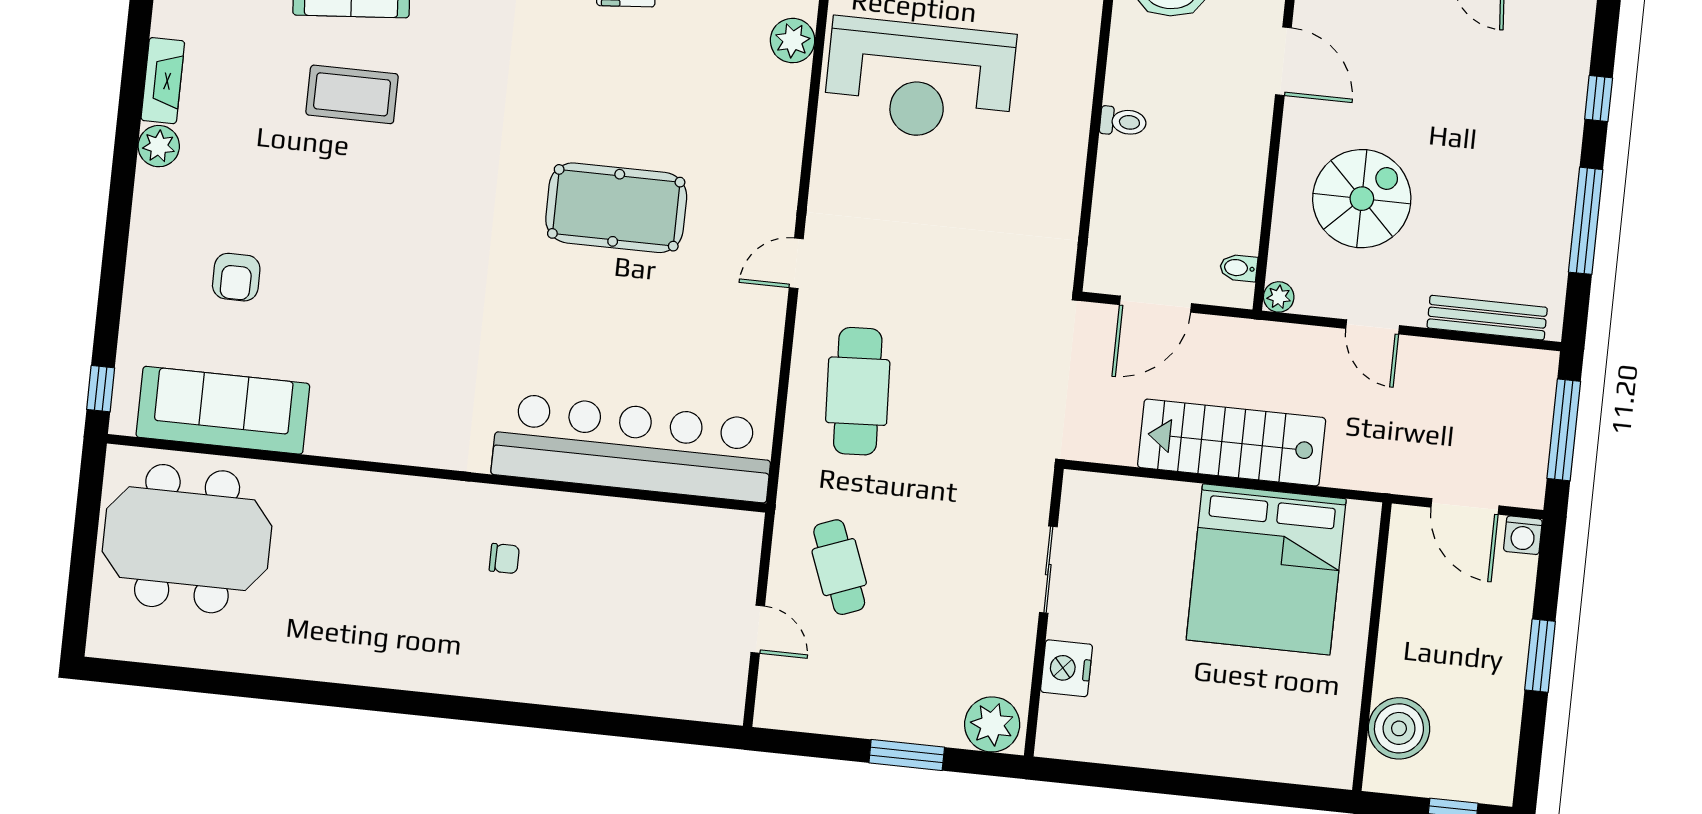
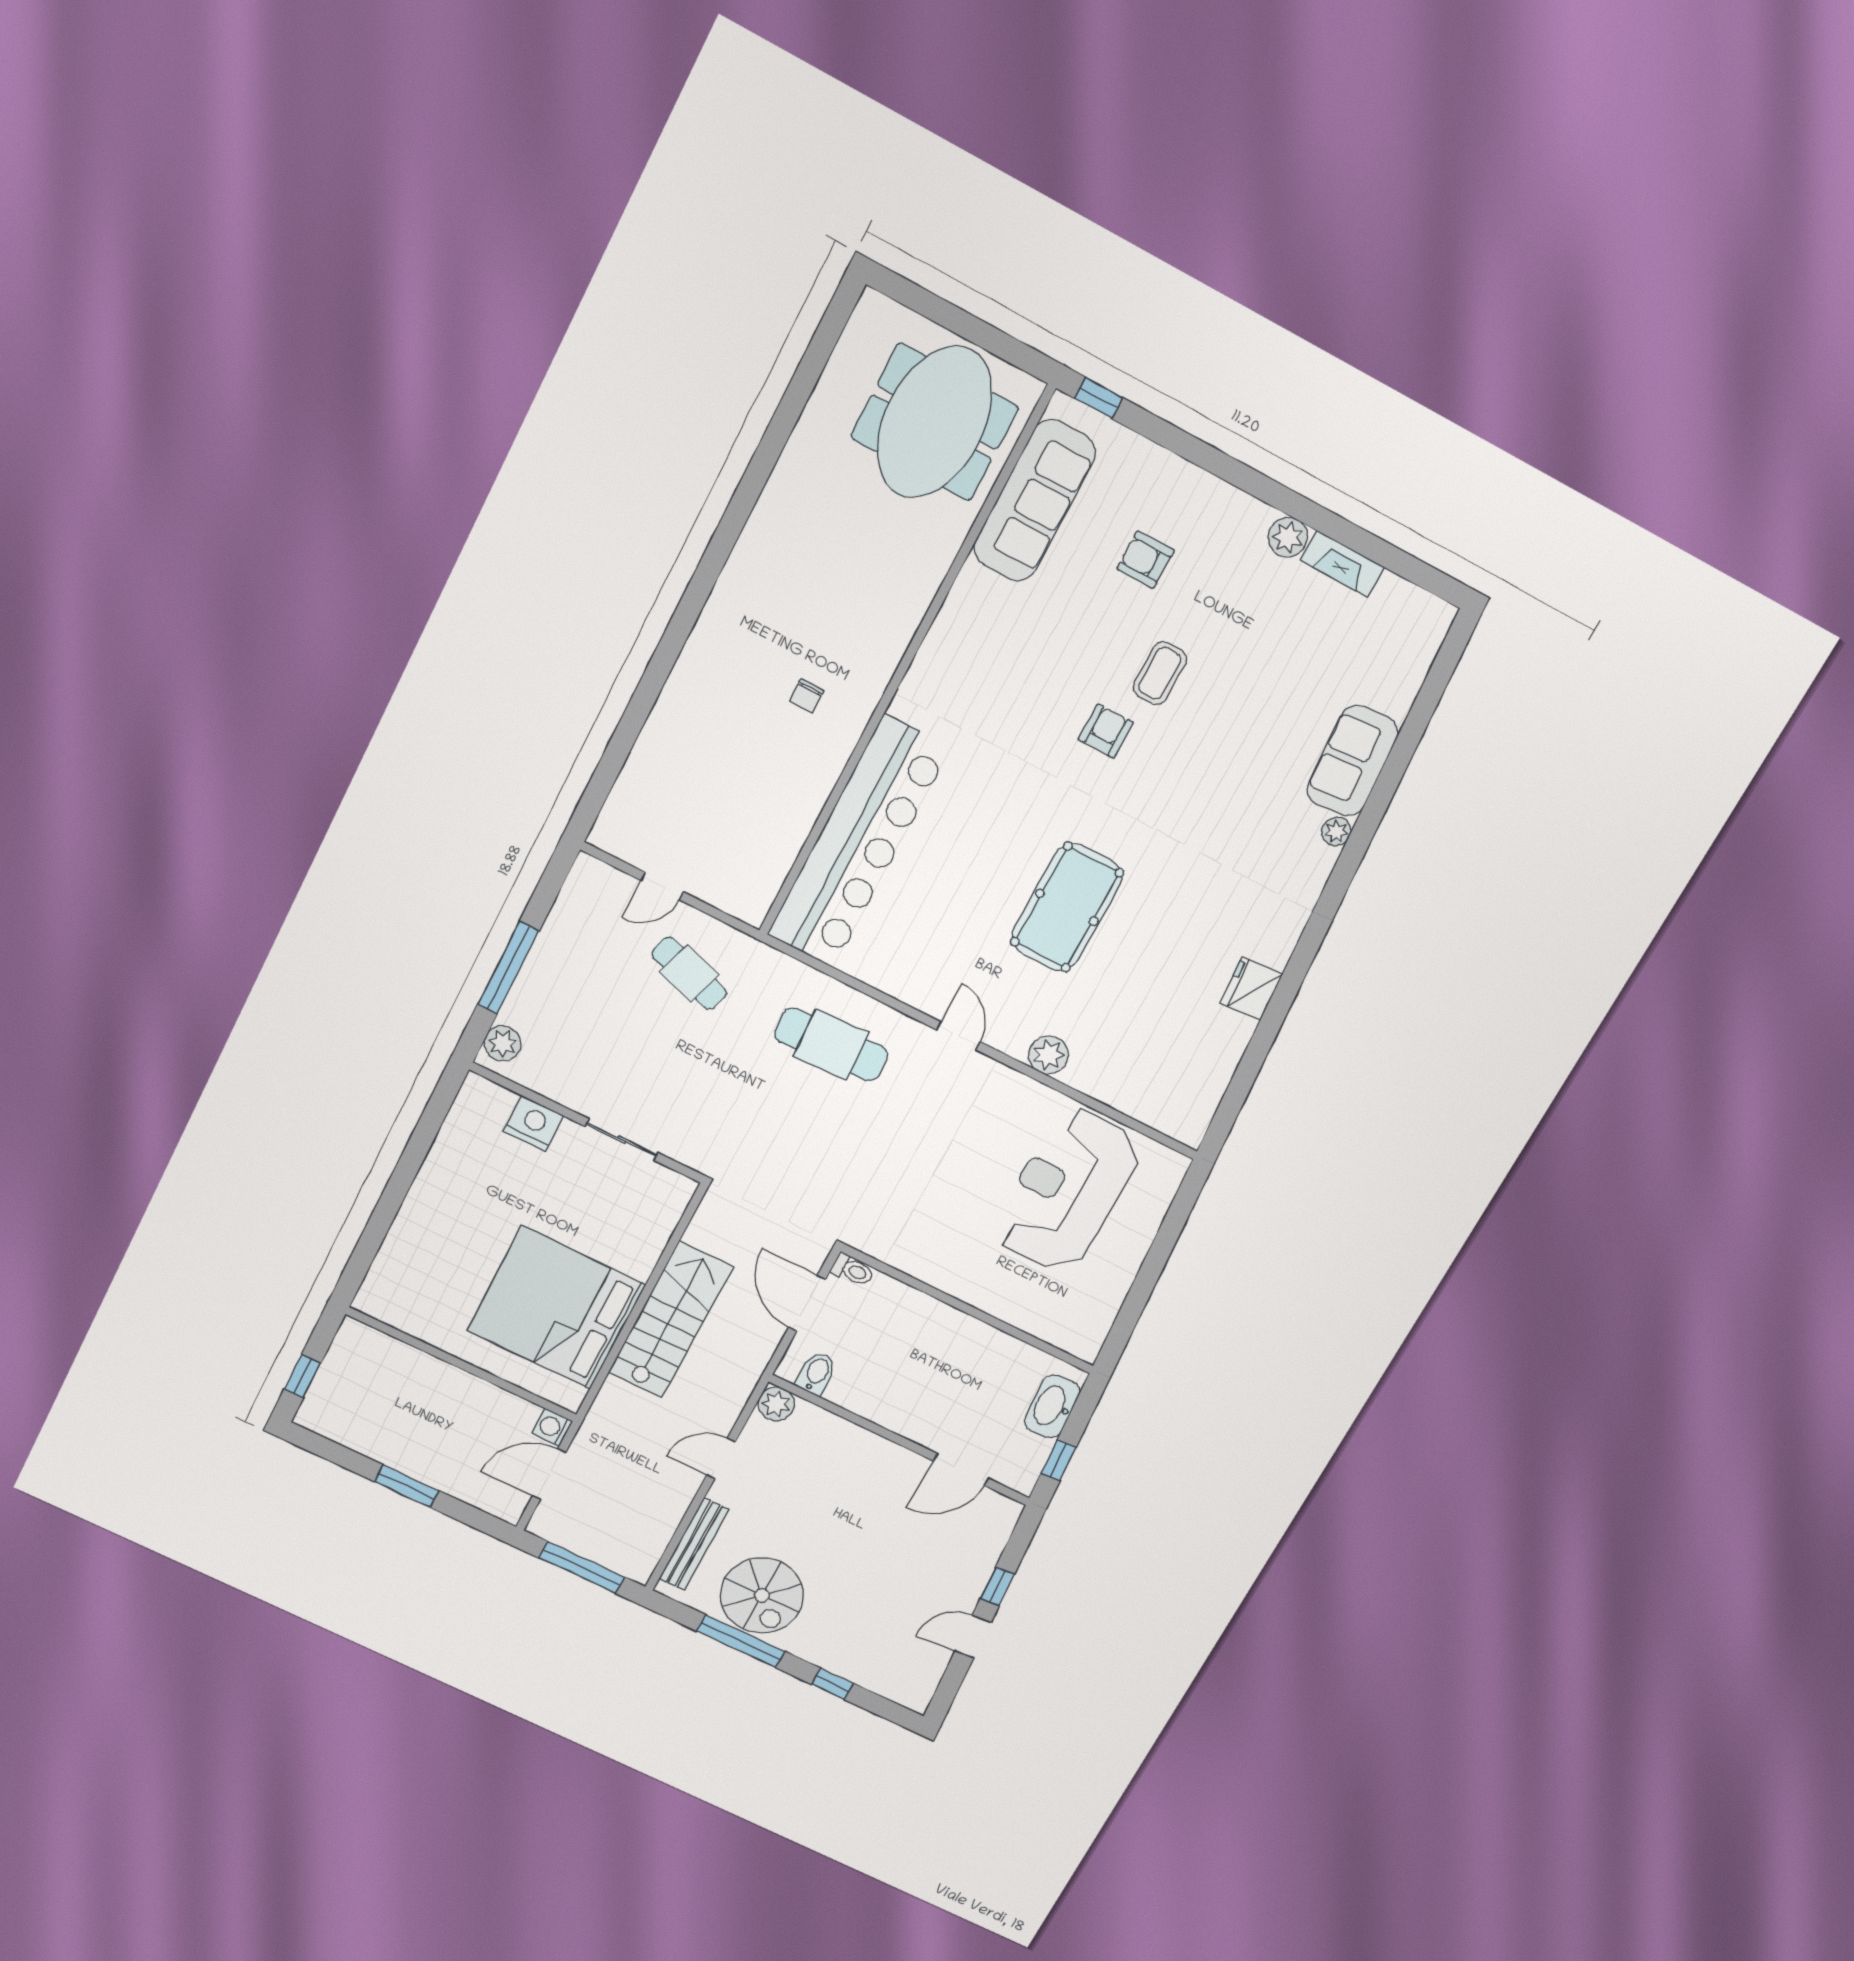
plant: (793, 41) -> (1049, 1055), moved
coffee table: (352, 94) -> (1160, 673), moved, width x0.73, depth x0.77
toilet: (1123, 122) -> (853, 1270), moved, turned -90
spiral stairs: (1362, 199) -> (762, 1595), moved
armchair: (420, 244) -> (1106, 731), added
bidet: (1239, 268) -> (816, 1373), width x1.38, depth x1.36
plant: (1279, 297) -> (776, 1404), width x1.38, depth x1.38
washing machine: (1523, 535) -> (552, 1427), moved
cafe table: (839, 567) -> (689, 973), turned 39
plant: (992, 724) -> (503, 1044), width x0.73, depth x0.73
boiler: (1399, 728) -> (387, 1361), removed
window: (907, 755) -> (508, 968), width x1.44

